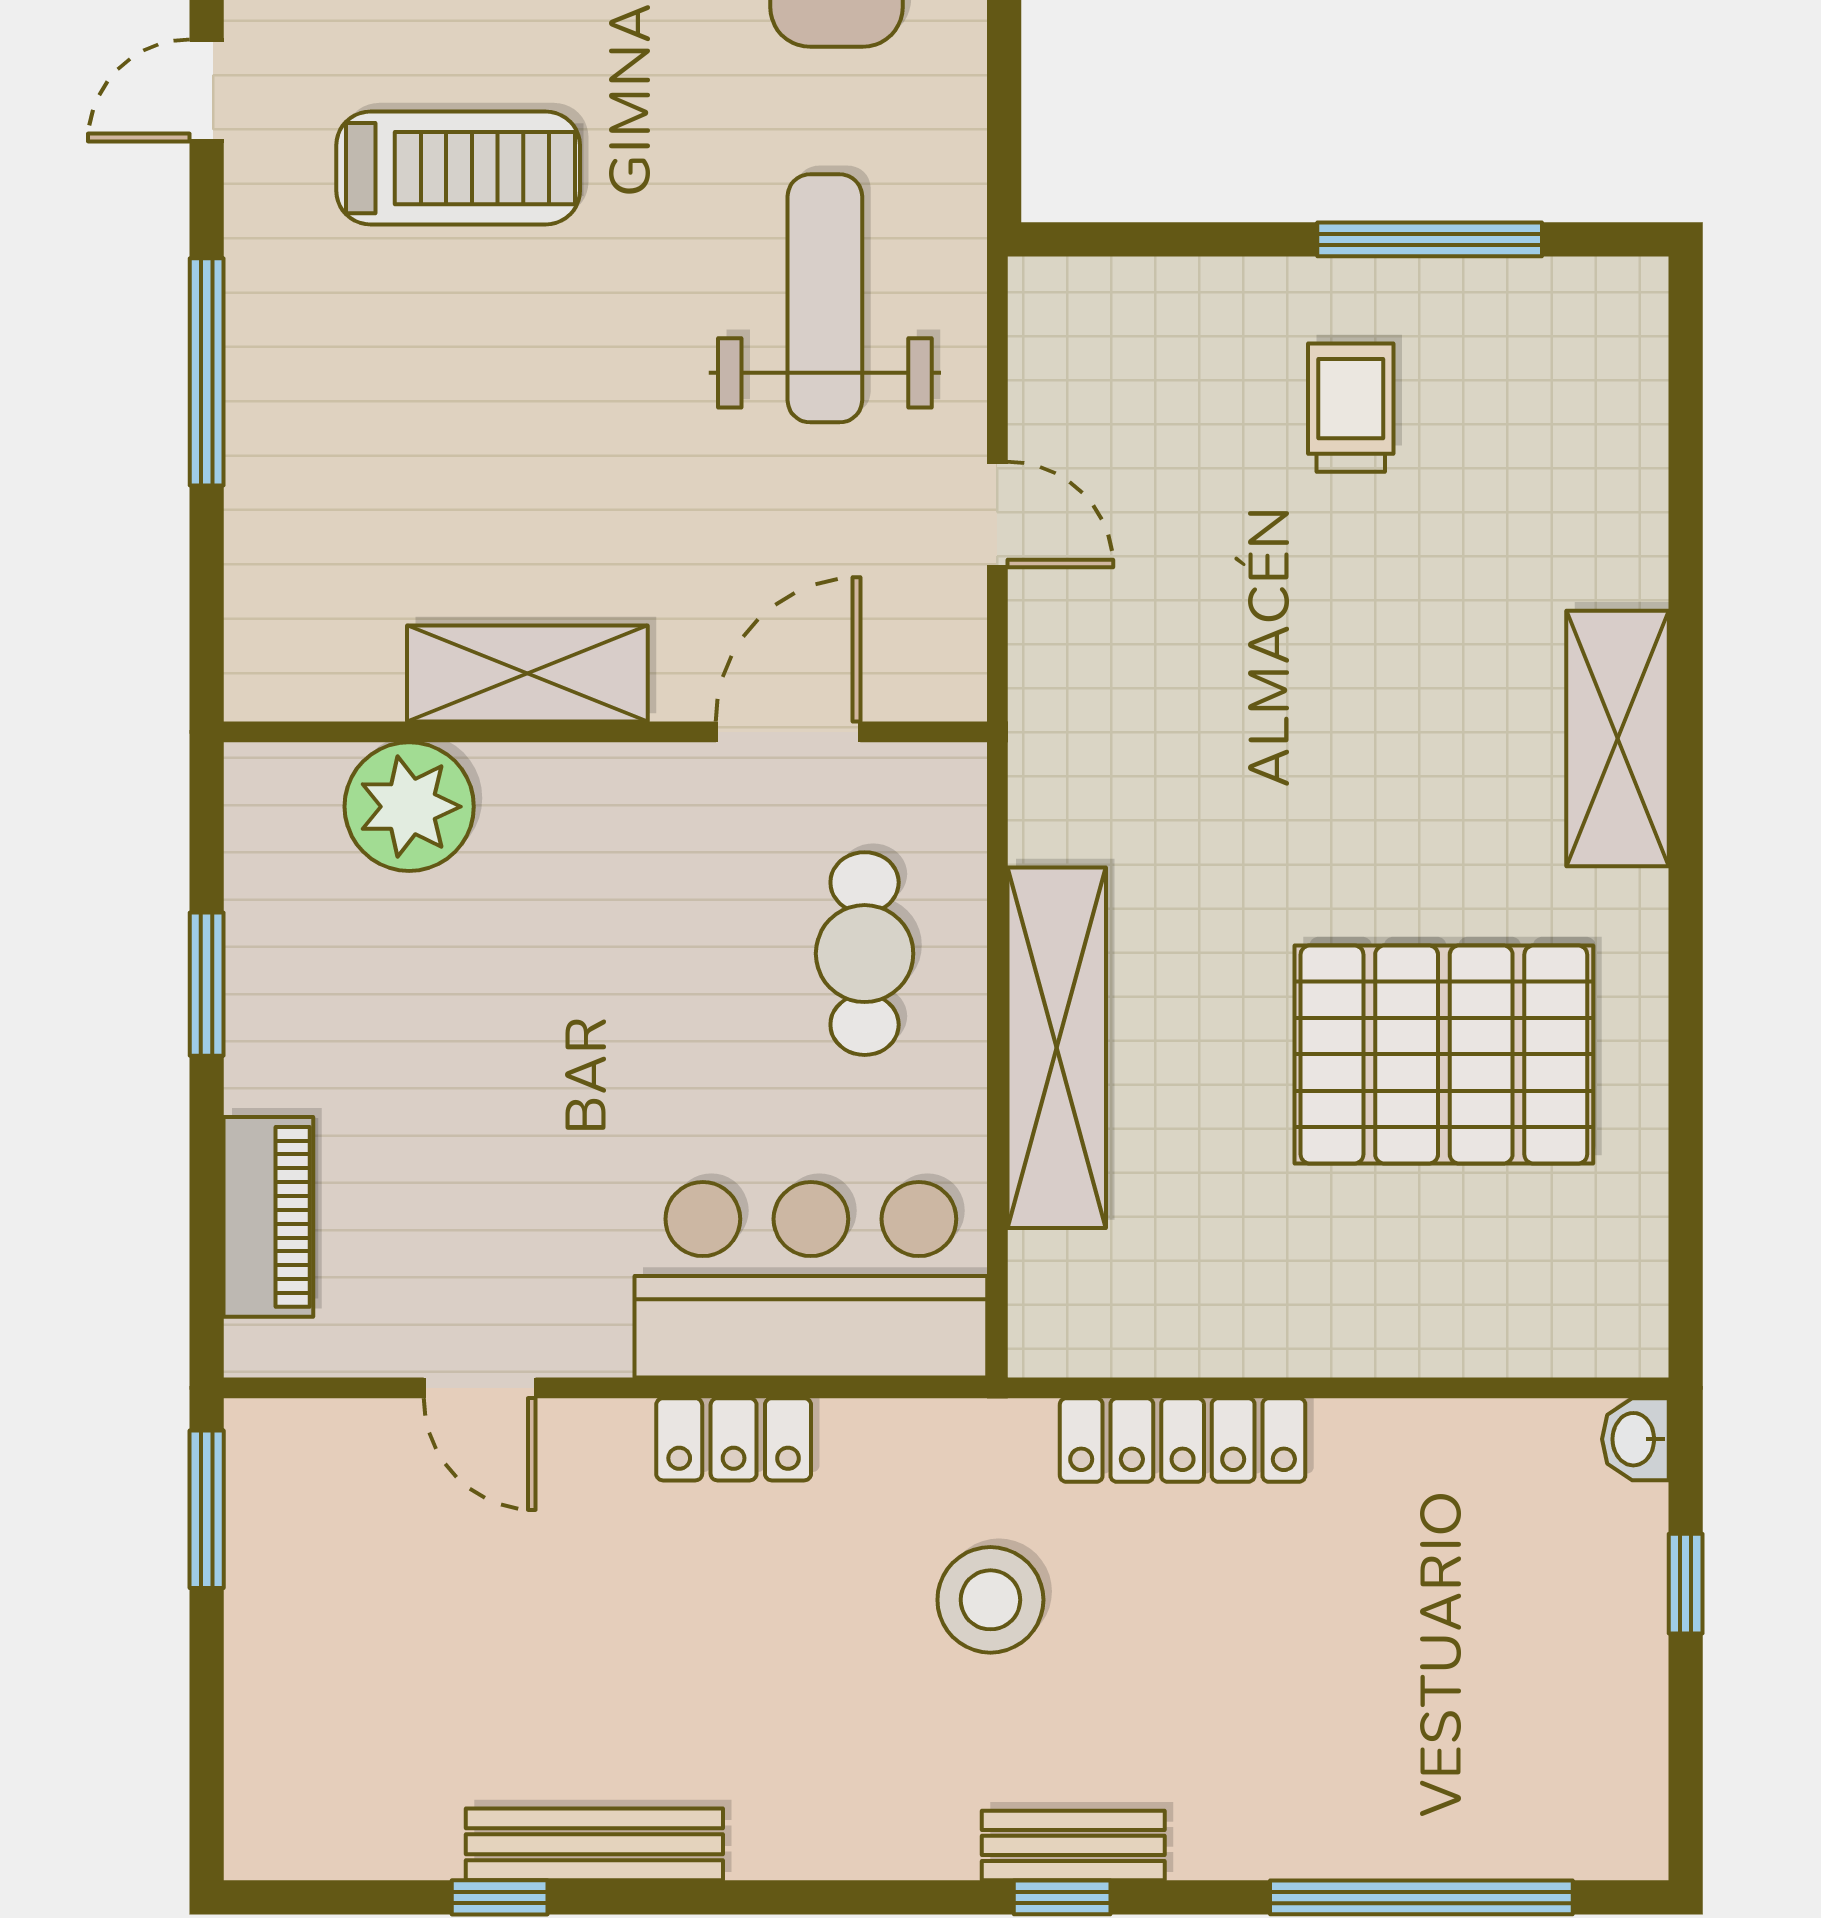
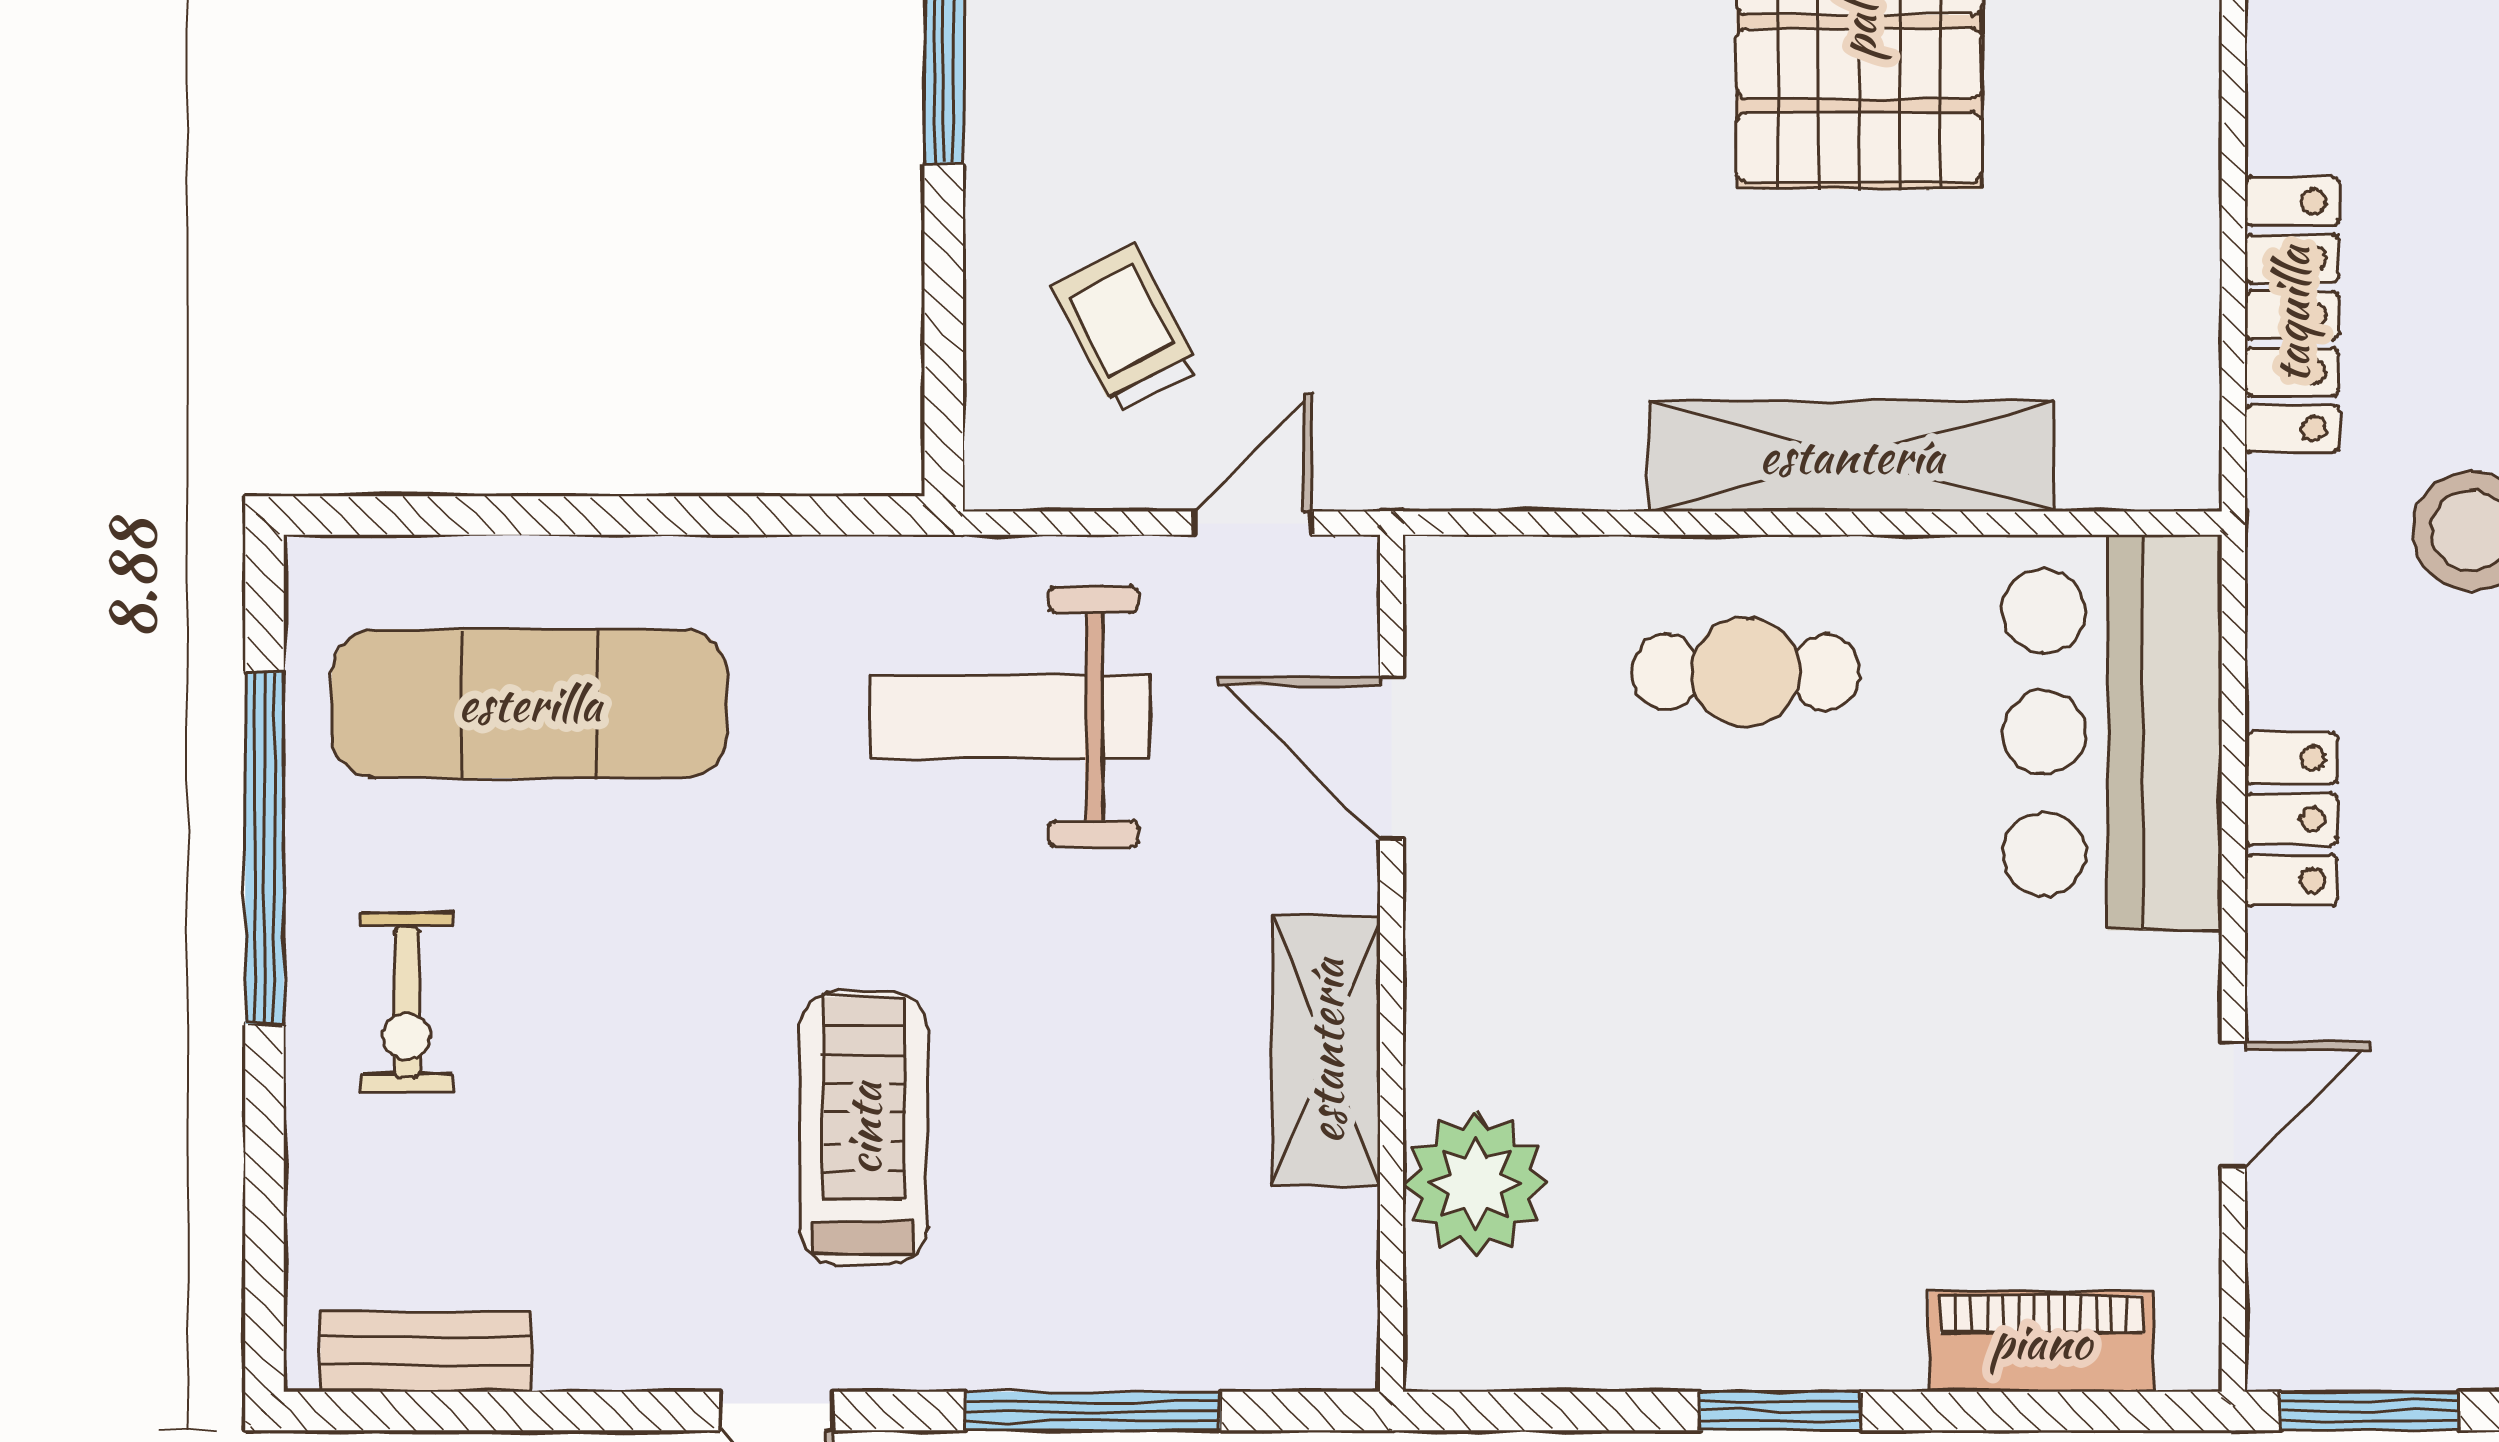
trolley: (1351, 408) -> (1126, 329), moved, turned 63
shelving: (527, 673) -> (1326, 1051), moved
wall: (605, 732) -> (1391, 963), moved
door: (788, 732) -> (1391, 758), moved
plant: (409, 807) -> (1475, 1184), moved

